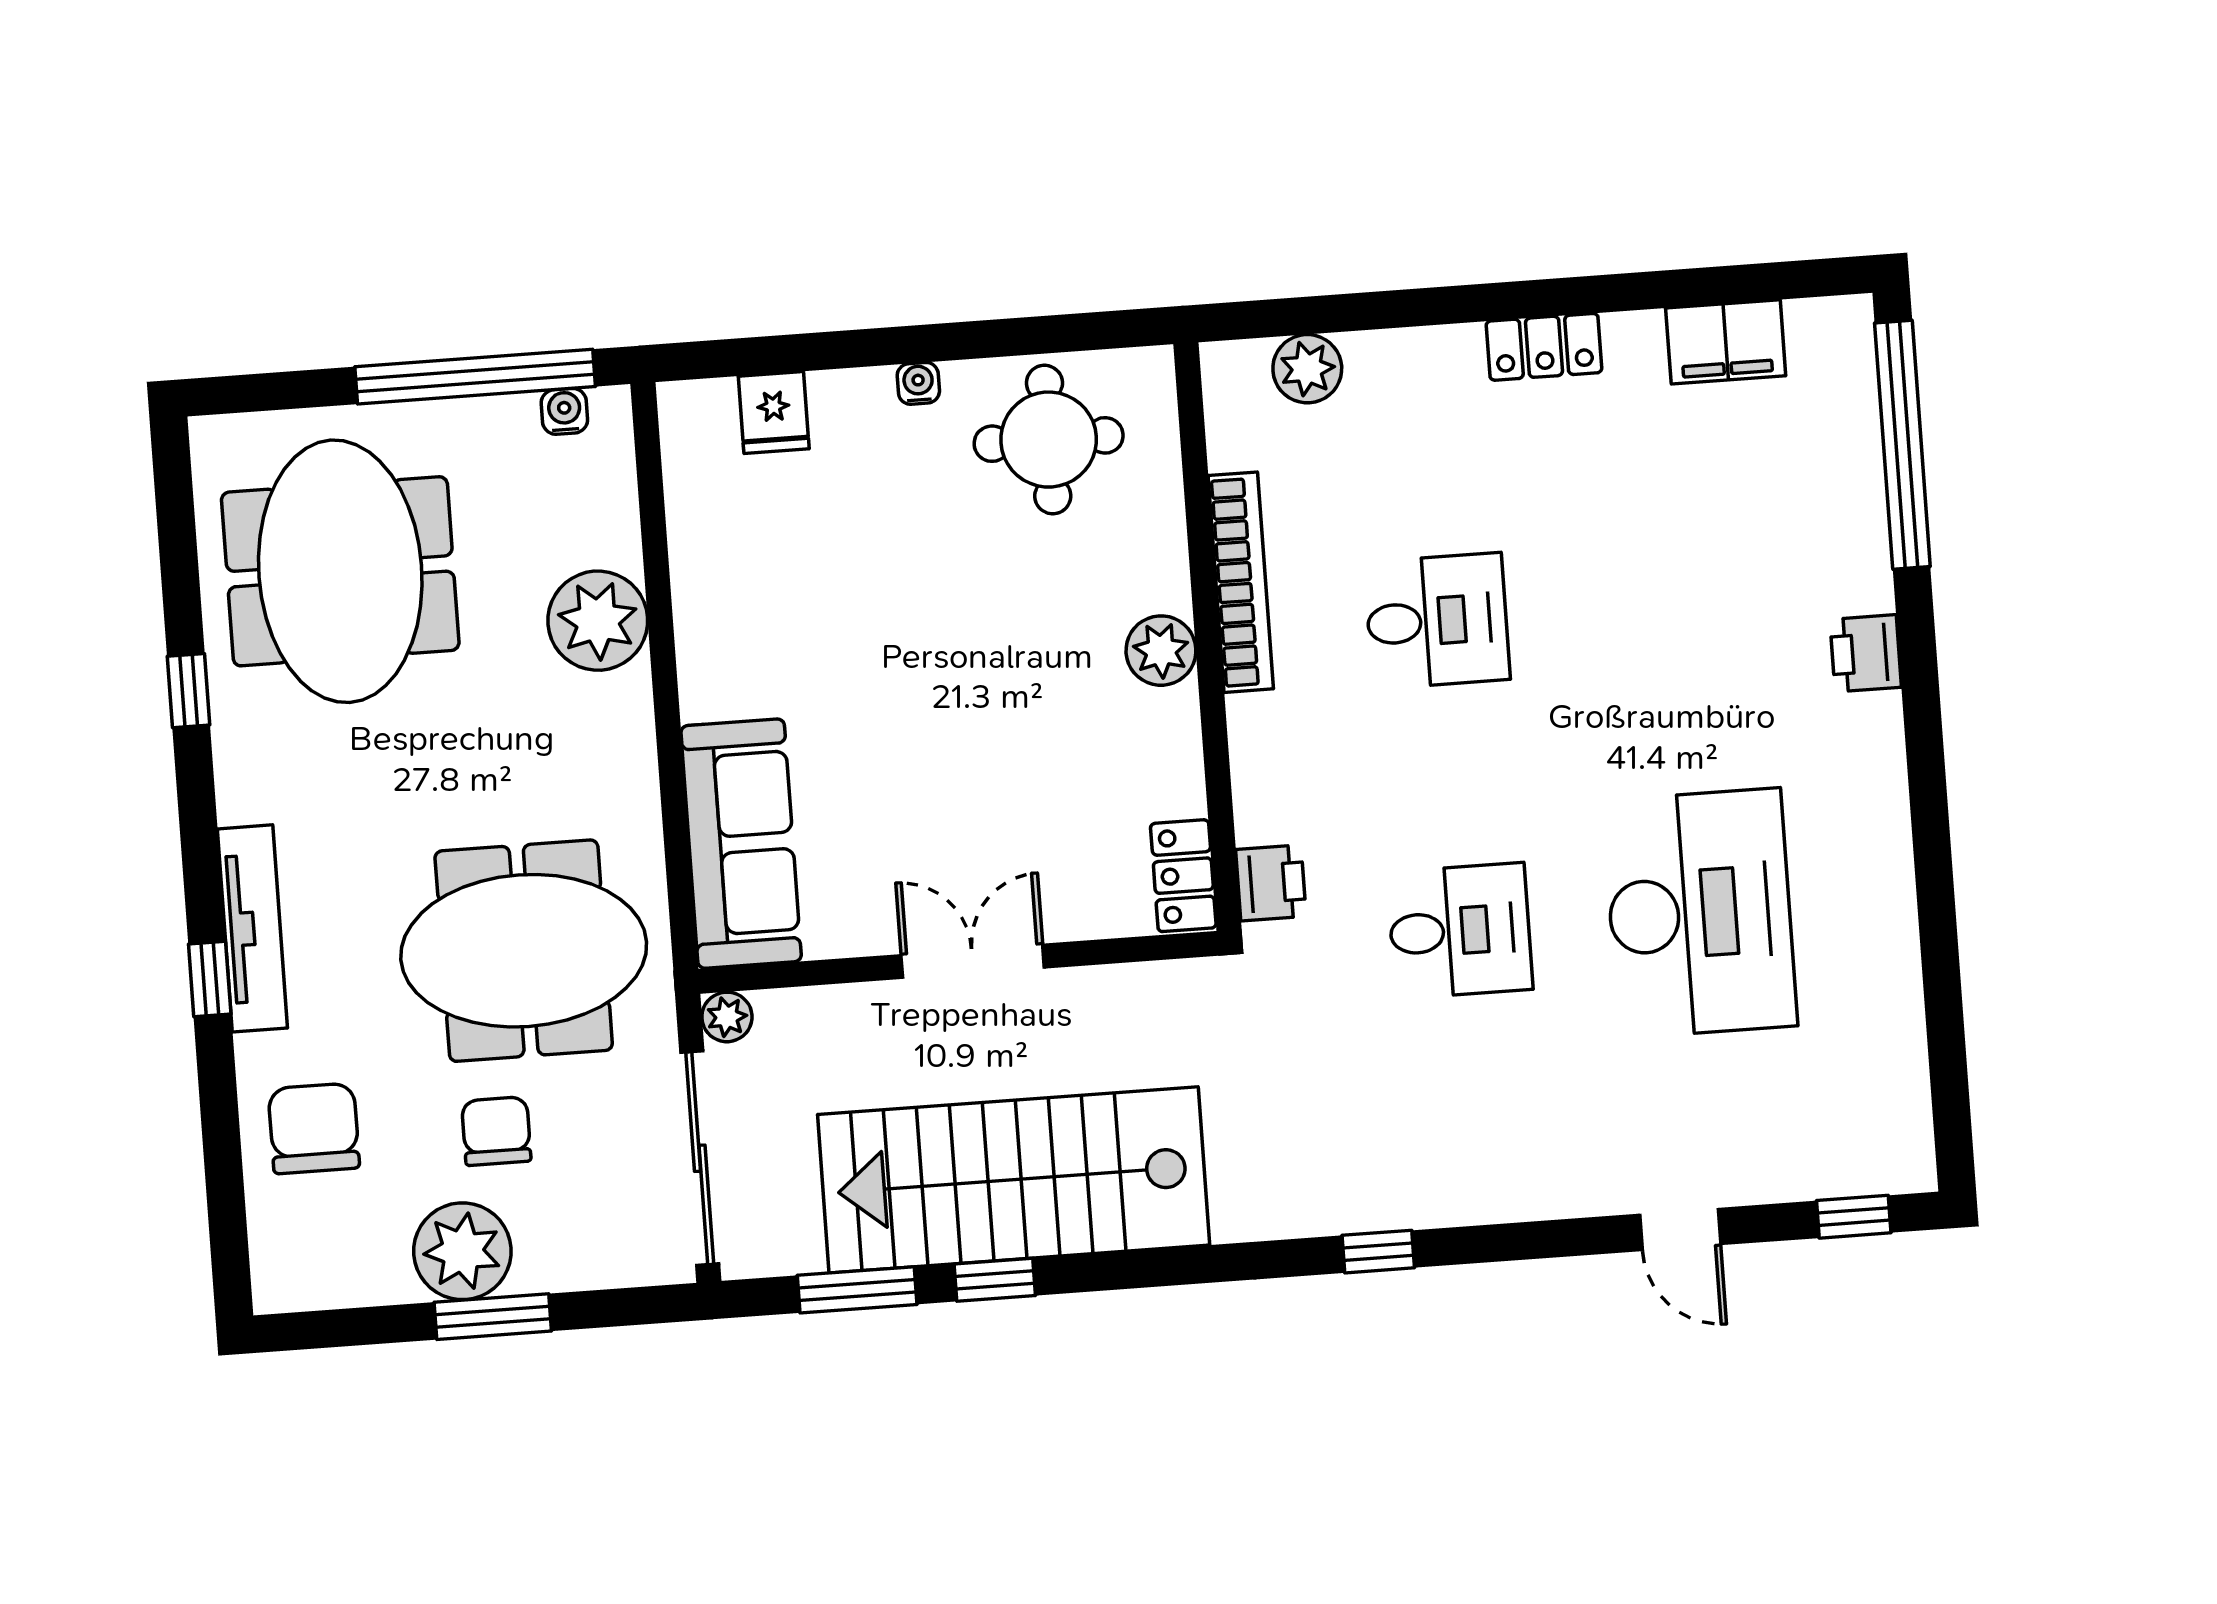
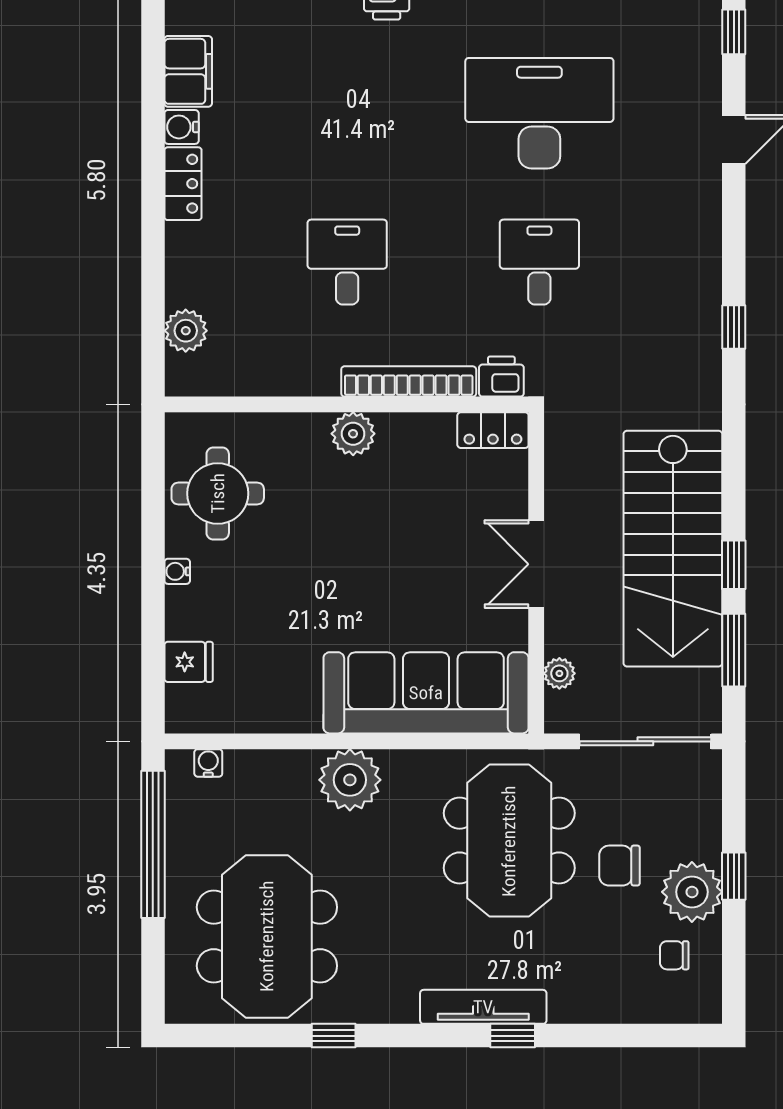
water cooler: (1635, 338) -> (182, 127), added
water cooler: (564, 411) -> (208, 763), moved, turned 90
meeting table: (340, 571) -> (267, 936), turned 90
bookcase: (1241, 582) -> (409, 381), moved
plant: (598, 621) -> (350, 780), moved
sofa: (741, 844) -> (426, 693), width x1.36, depth x1.27
plant: (727, 1017) -> (559, 673), moved
chair: (314, 1128) -> (674, 955), moved, width x0.54, depth x0.54
window: (493, 1317) -> (734, 876), width x0.67

